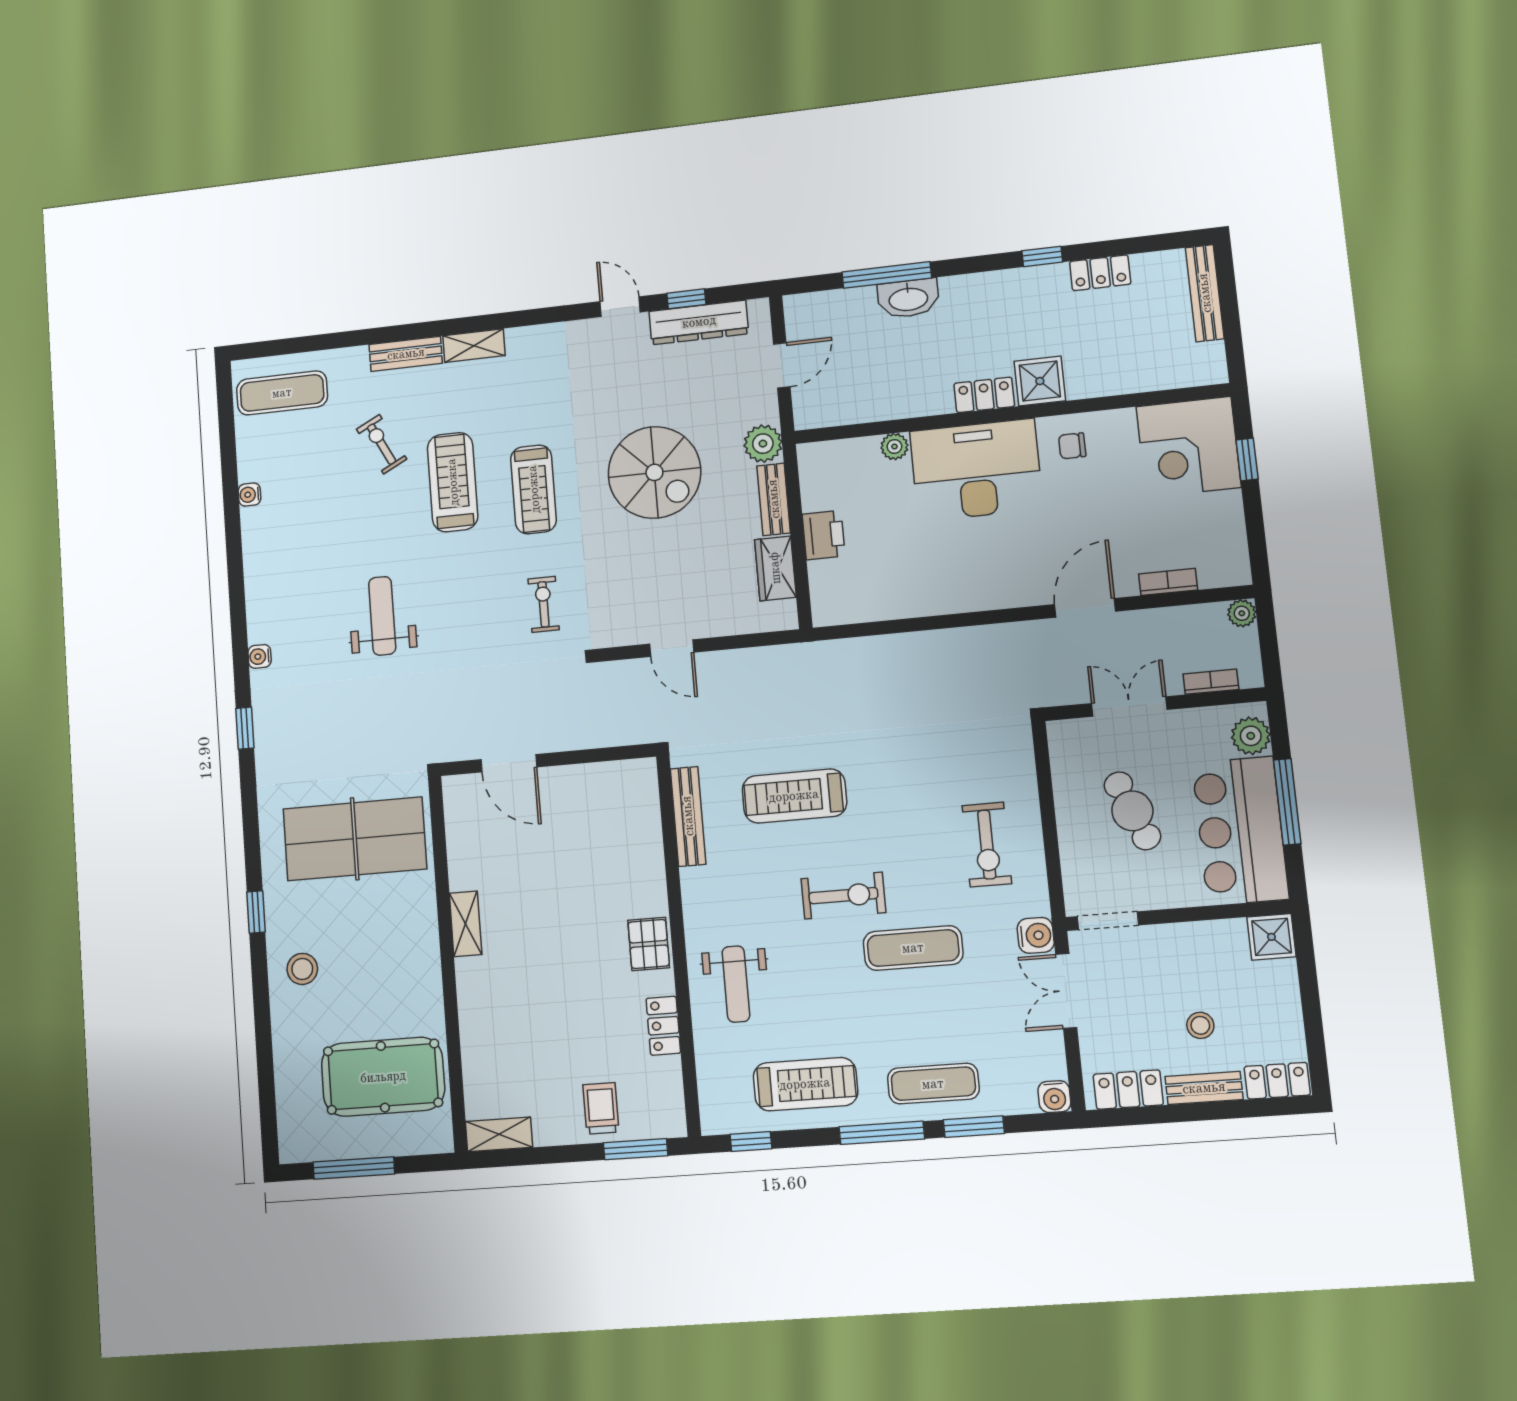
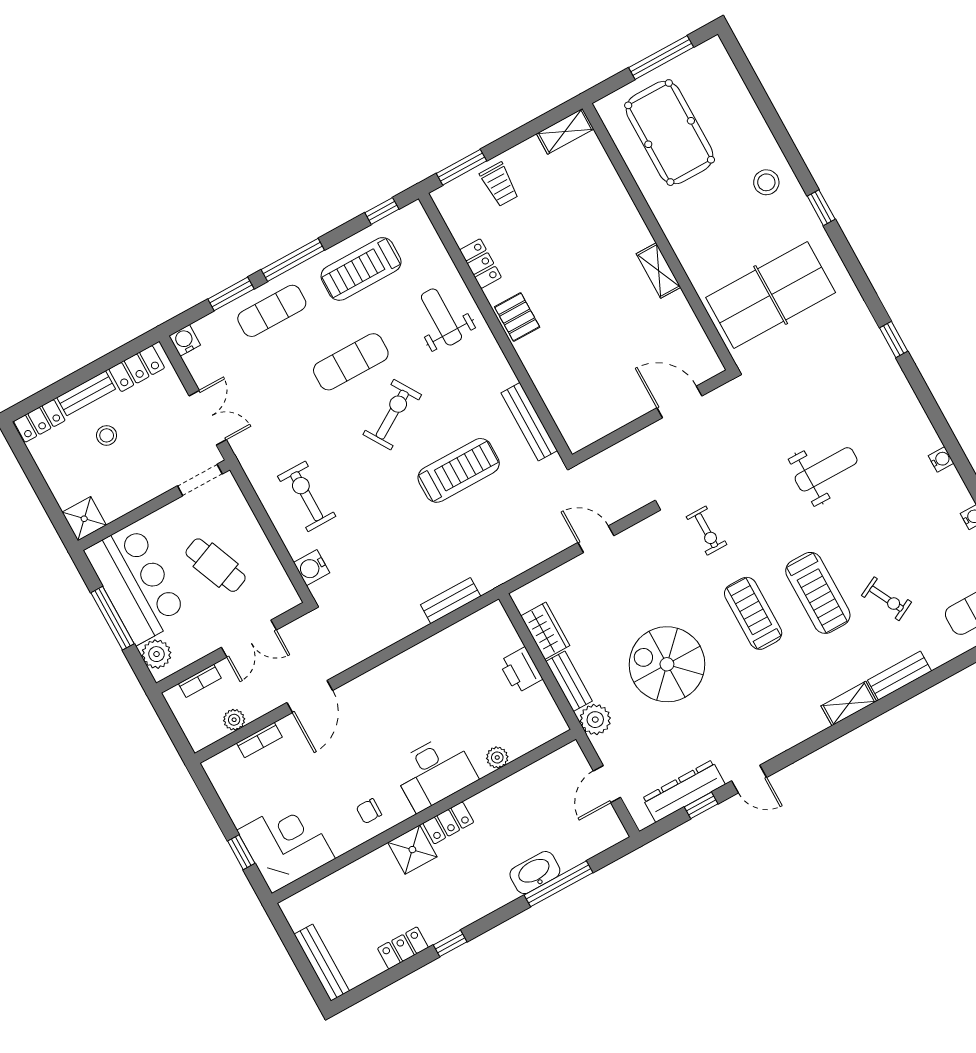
chair: (1072, 446) -> (369, 811), turned 180
desk: (976, 470) -> (434, 772), width x0.73, depth x0.77
plant: (1242, 613) -> (234, 720), moved
weight bench: (382, 616) -> (826, 469), turned -90
bench: (870, 649) -> (451, 601), added
water cooler: (260, 656) -> (941, 459), moved
exercise bike: (843, 896) -> (392, 415), turned 148
water cooler: (1036, 935) -> (312, 568), moved
exercise mat: (913, 948) -> (351, 362), moved
pool table: (383, 1077) -> (670, 133), turned 90

